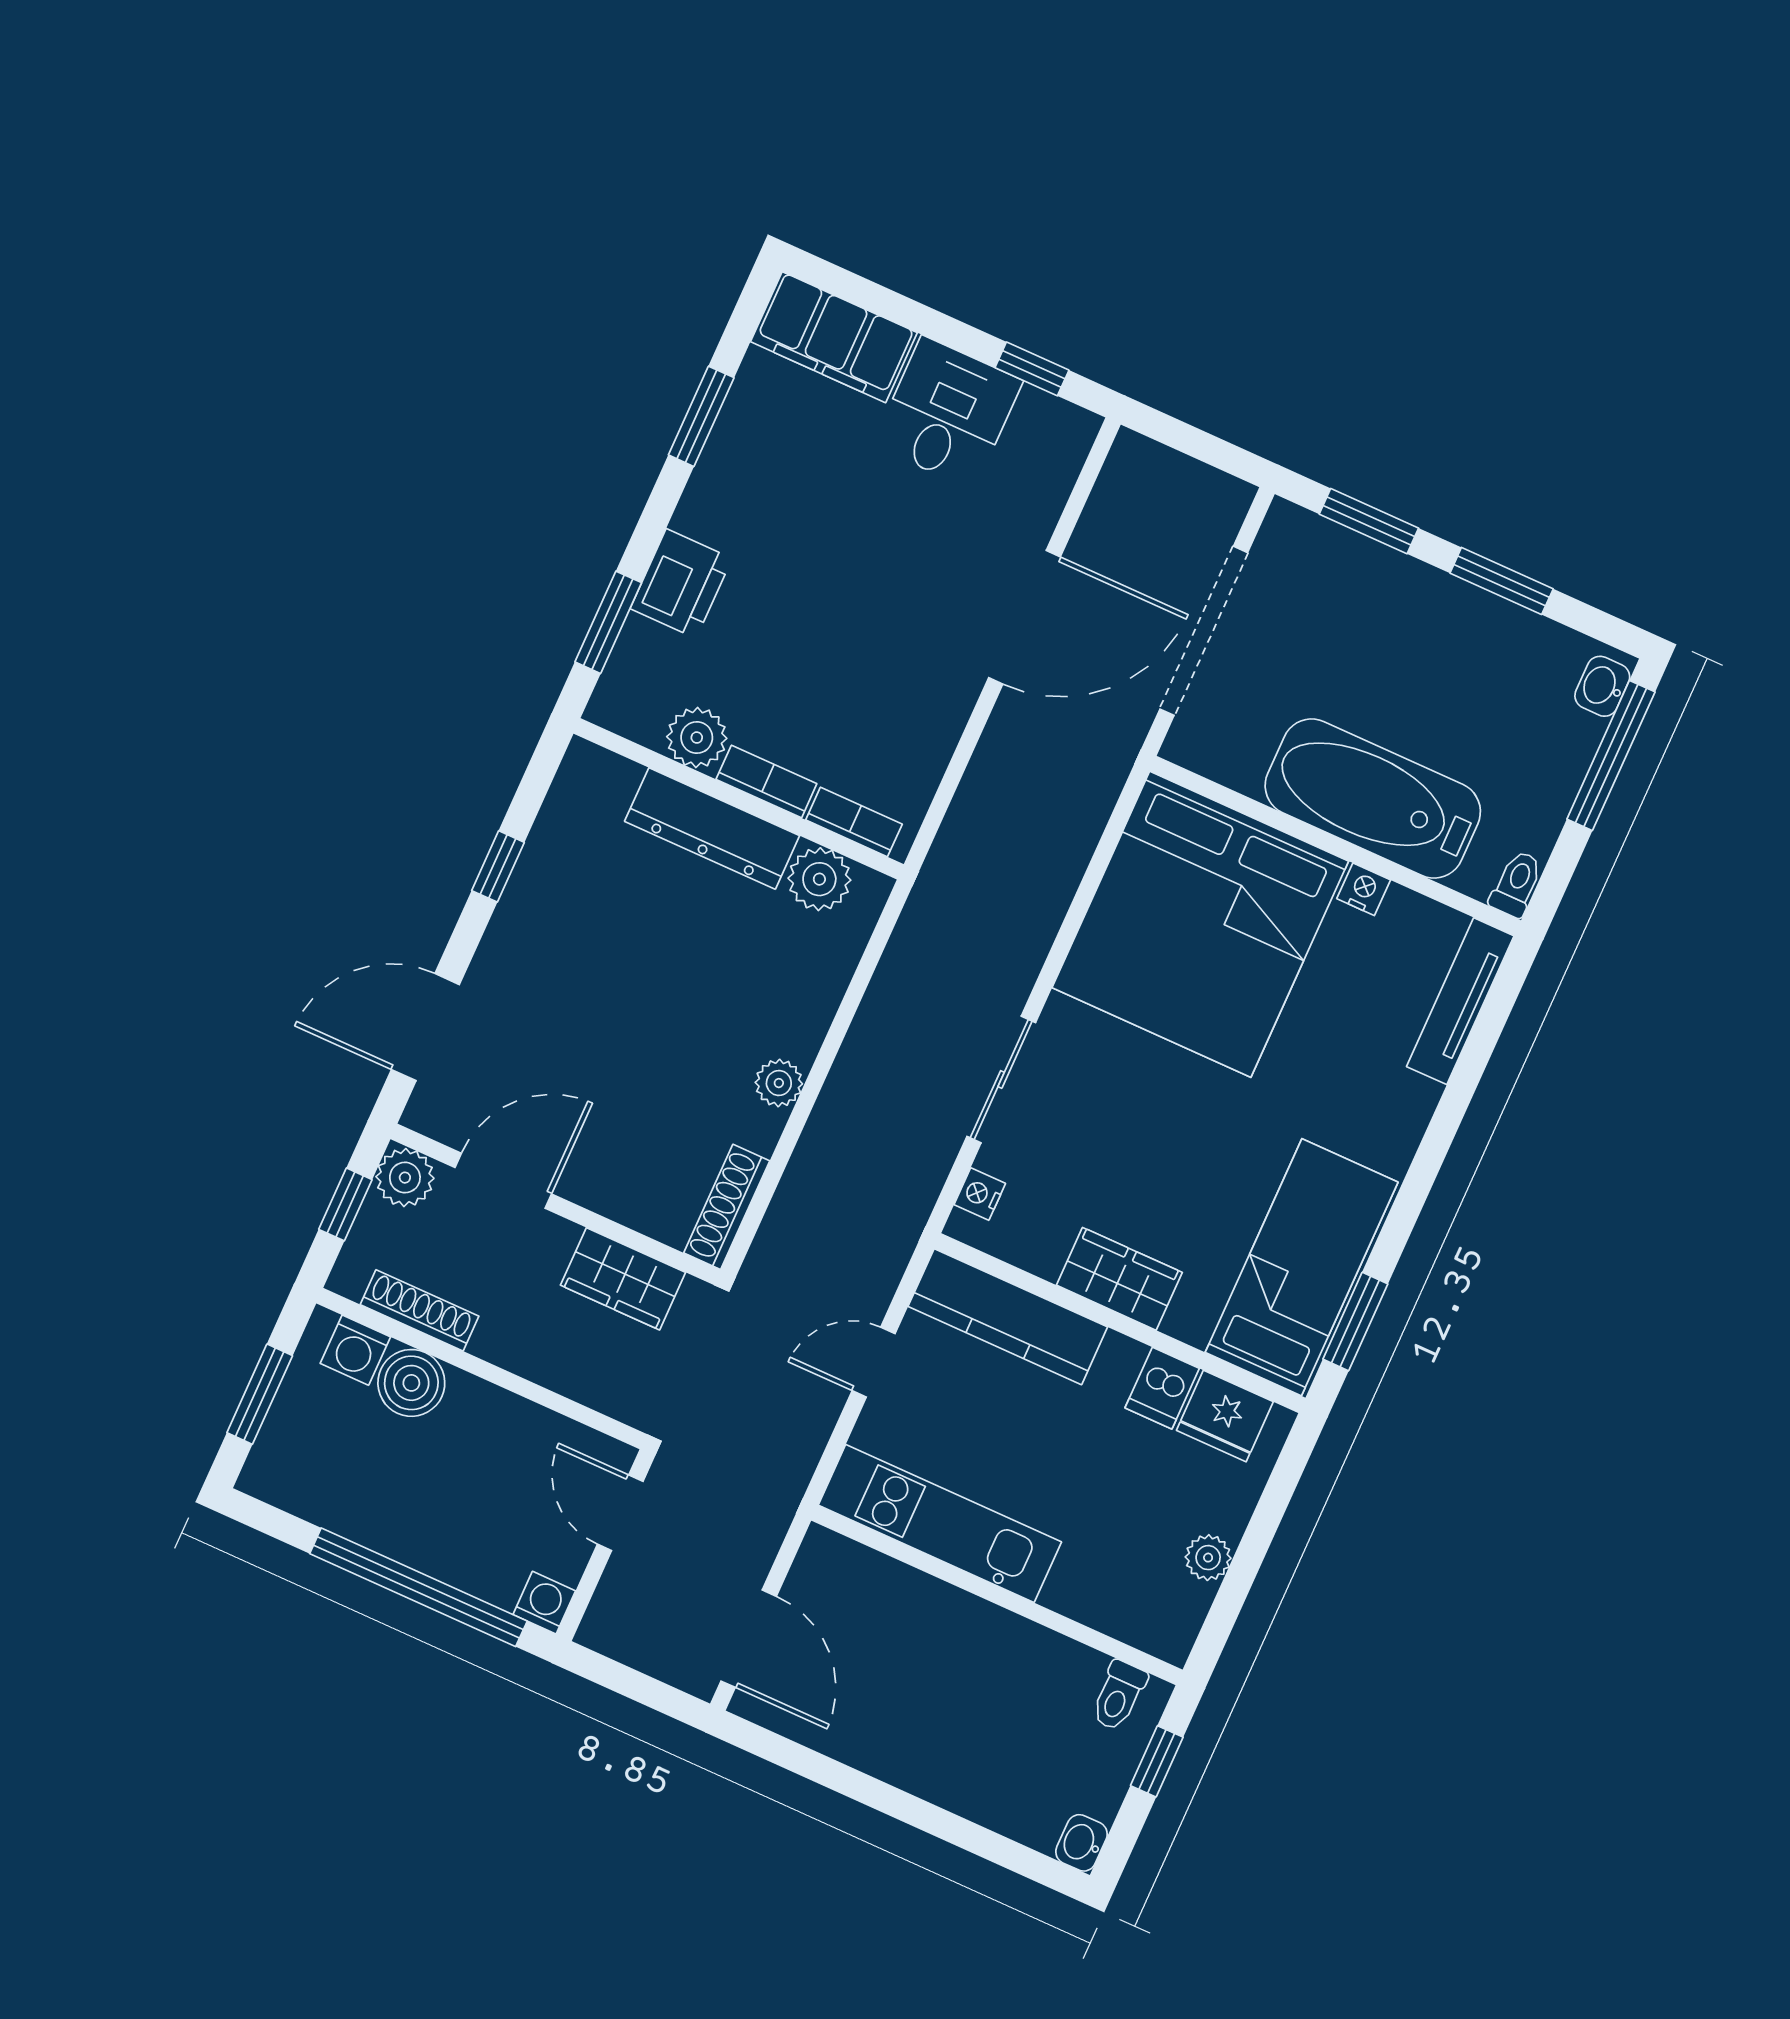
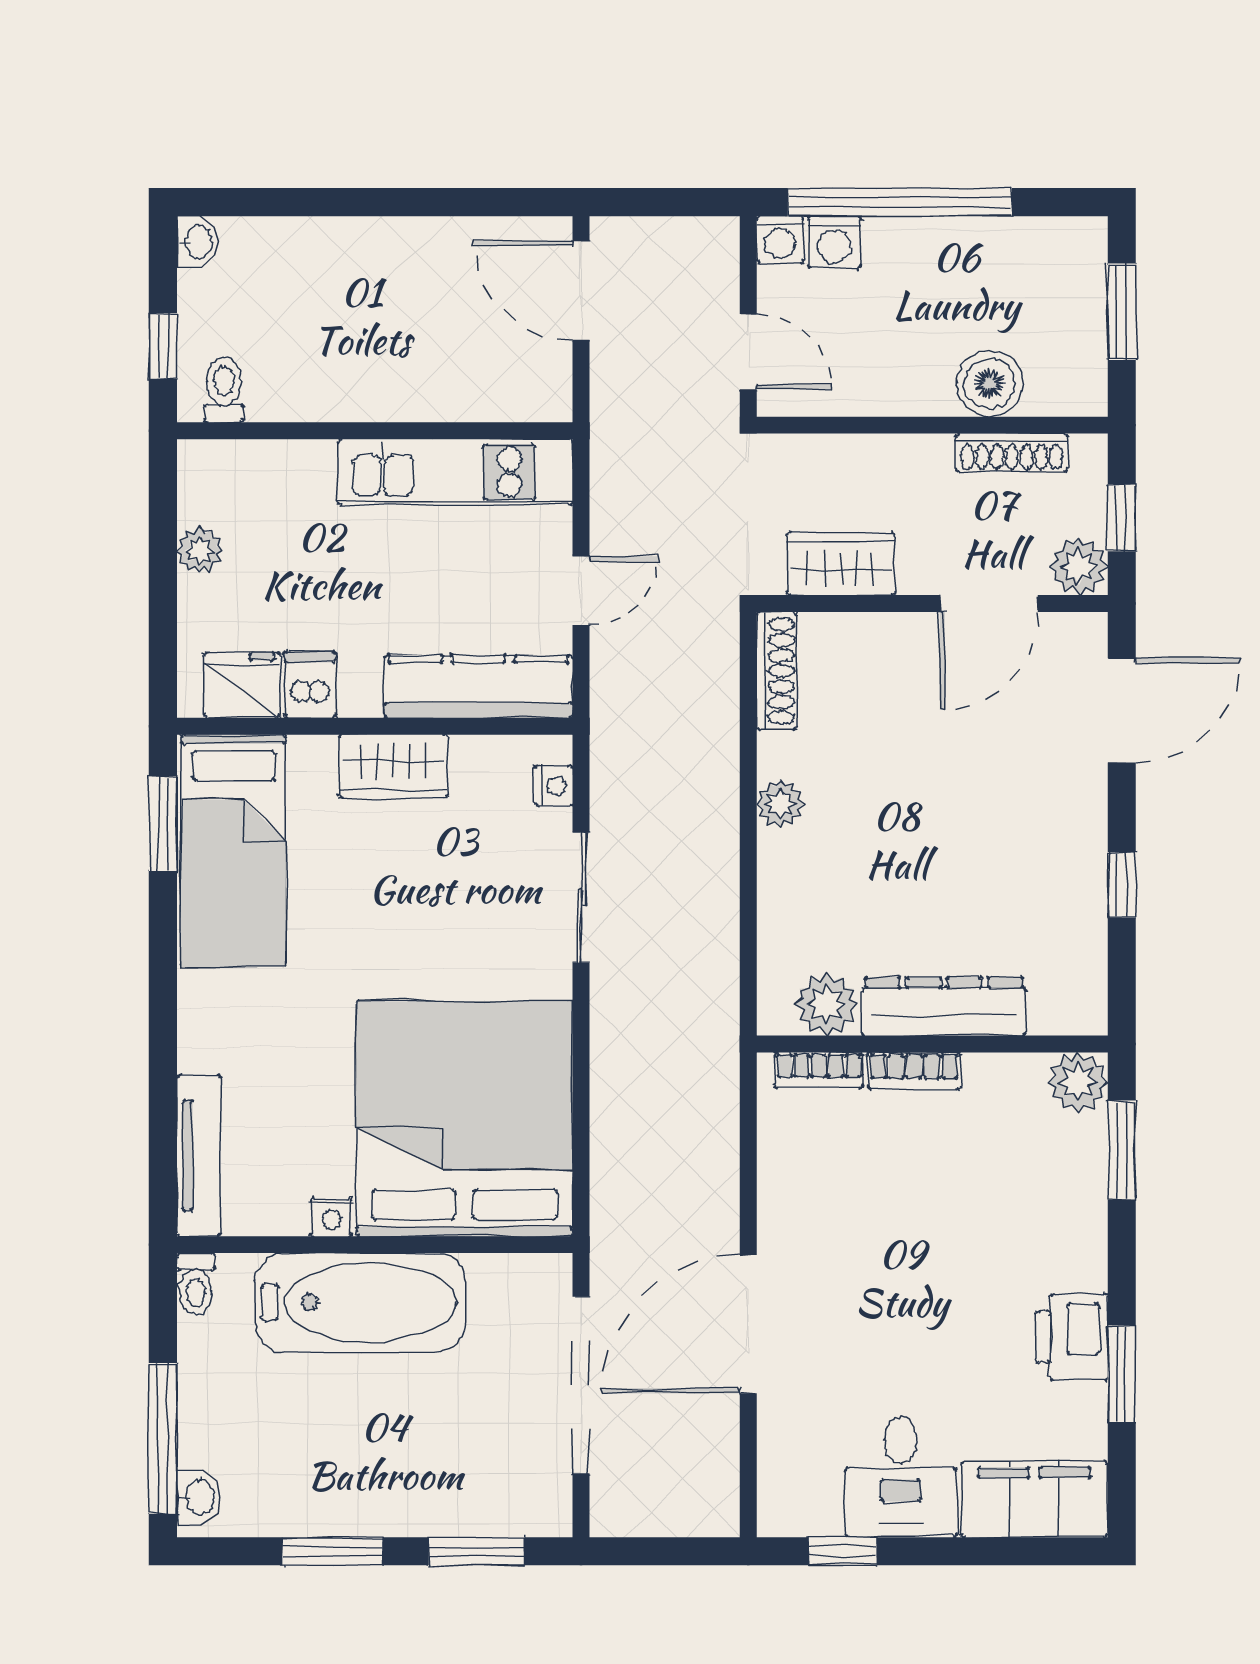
printer: (681, 583) -> (1072, 1337), moved
plant: (697, 738) -> (1078, 1082), moved
washing machine: (355, 1350) -> (834, 242), moved, turned 180

